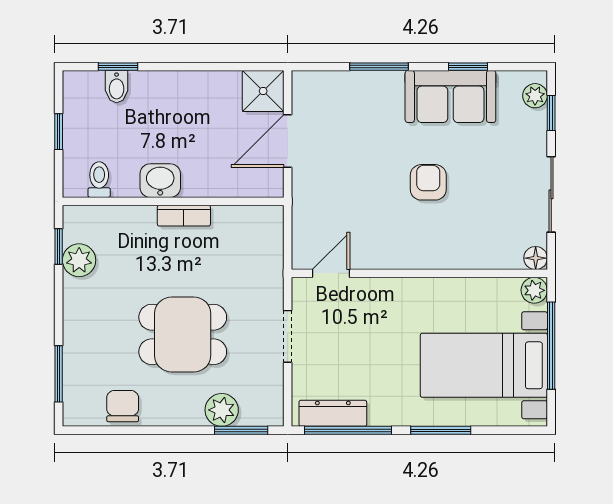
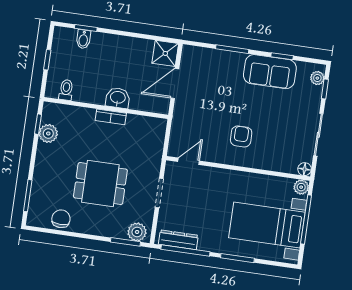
washbasin: (160, 181) -> (118, 98), moved
armchair: (428, 182) -> (241, 136), moved
plant: (222, 410) -> (137, 232), moved

